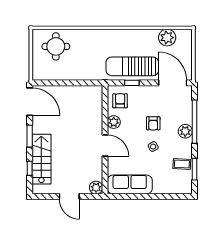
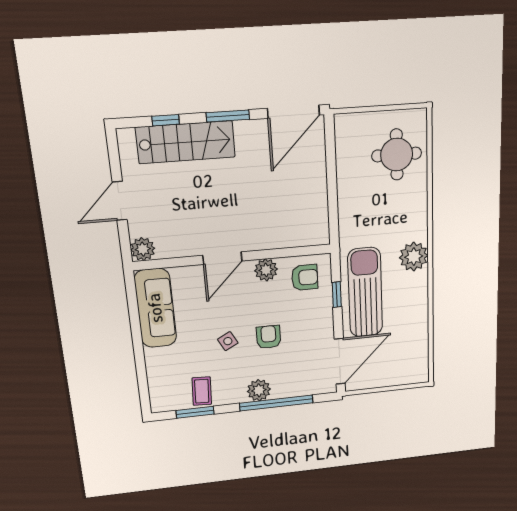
plant: (167, 38) -> (414, 257), moved
armchair: (153, 123) -> (269, 337), turned 90

